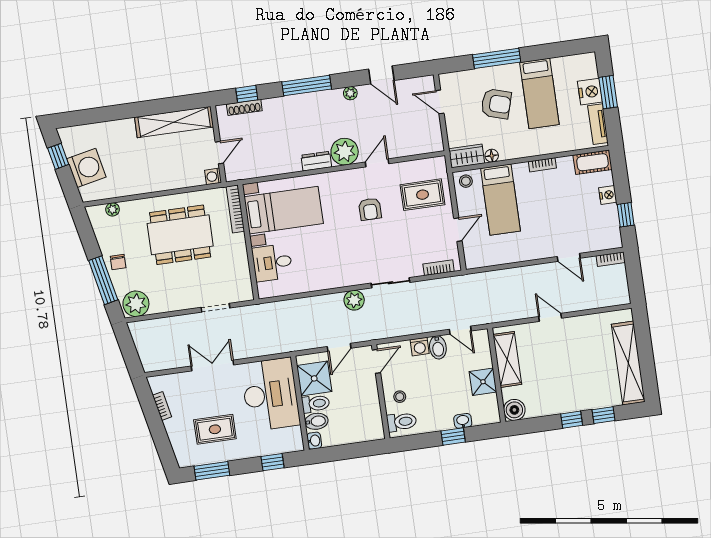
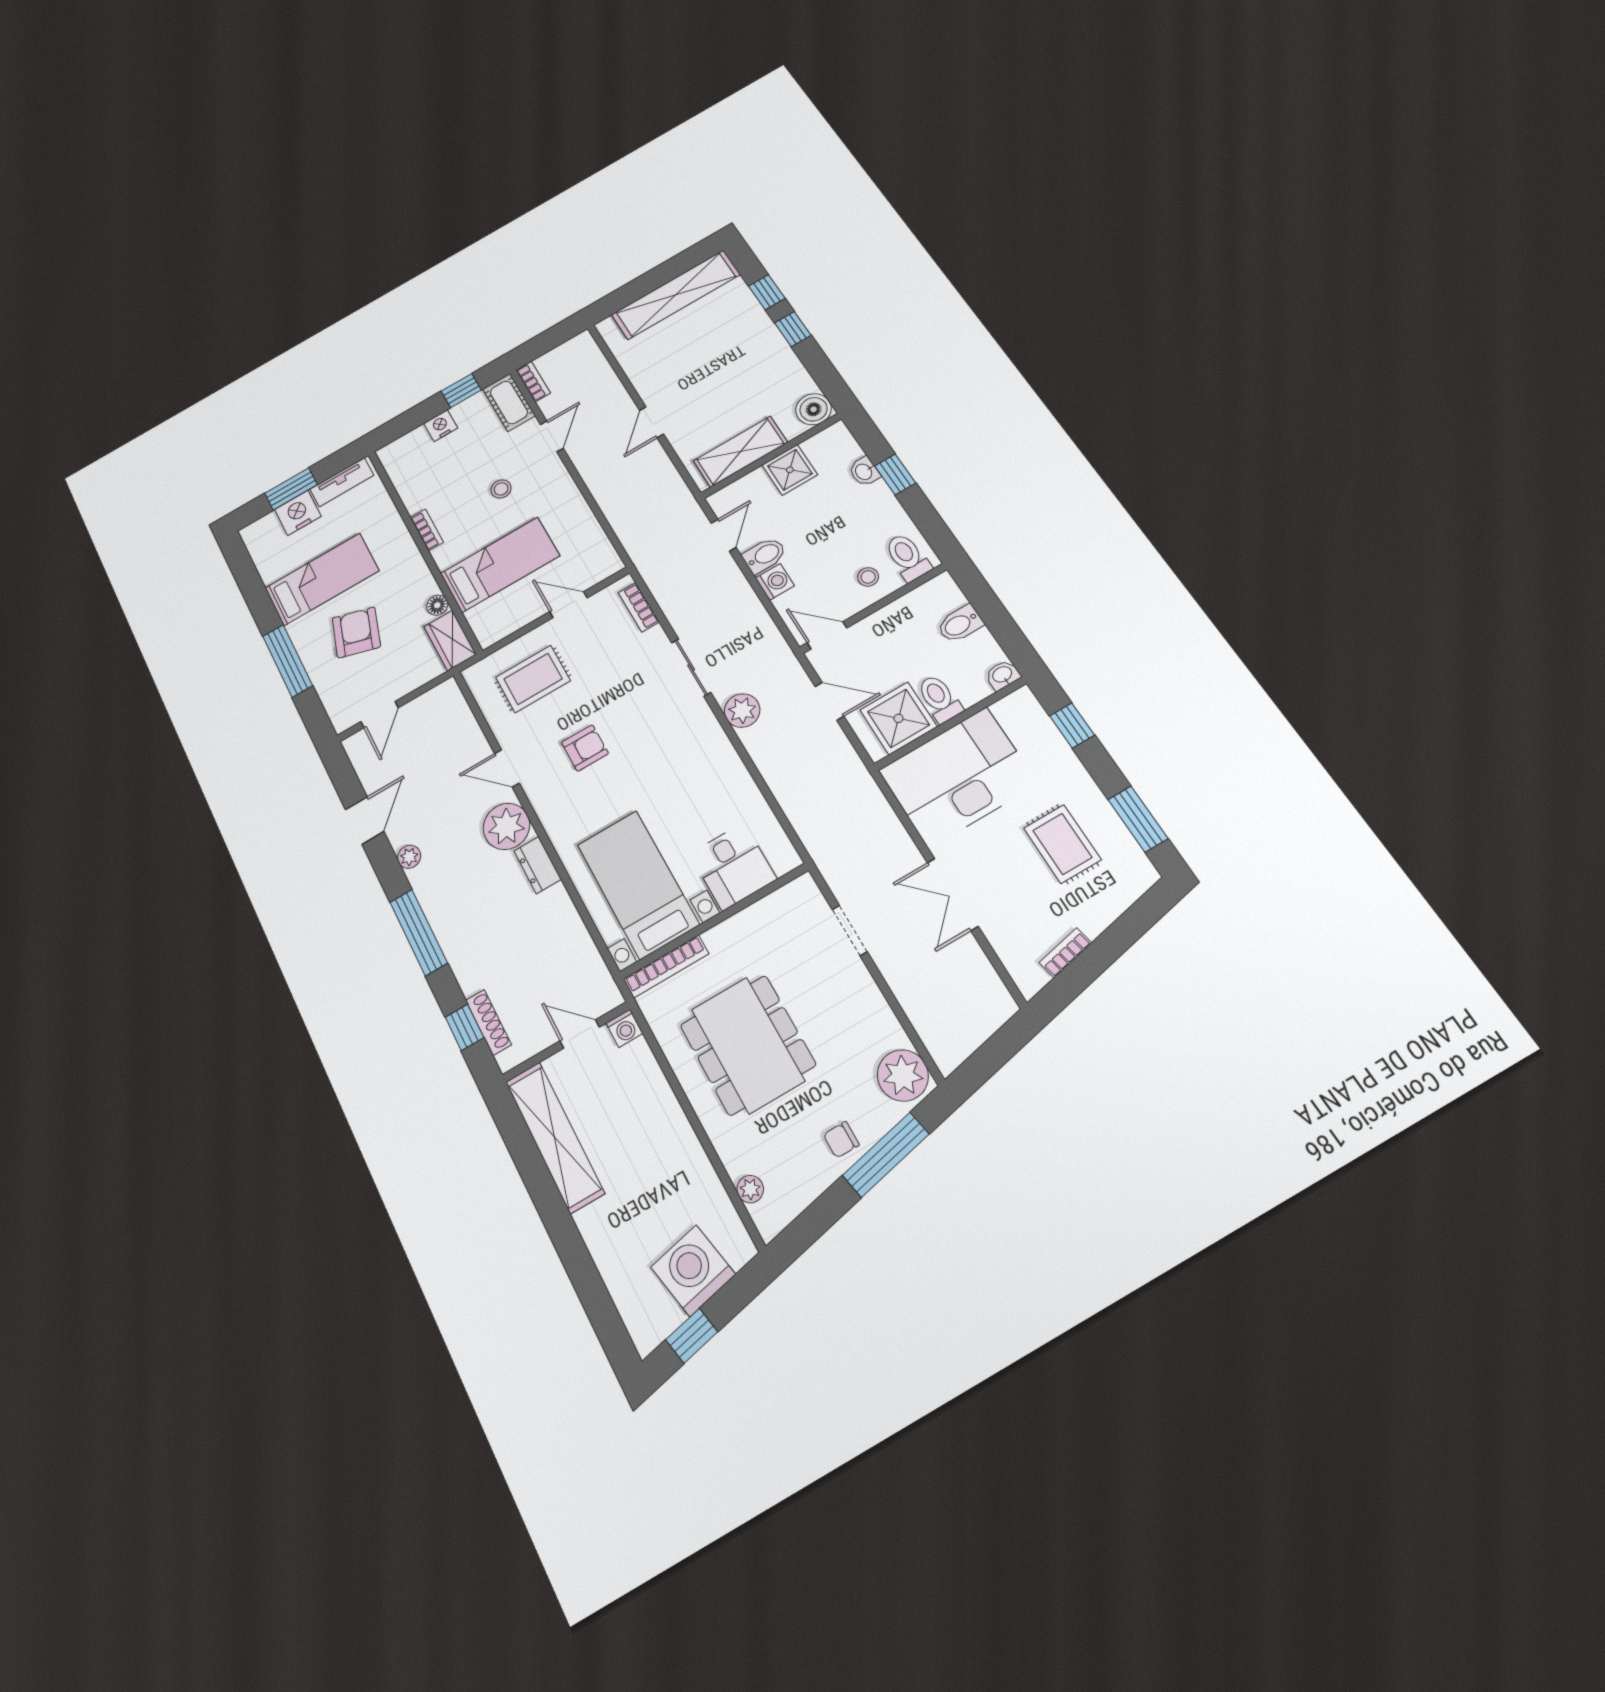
cot: (593, 162) -> (509, 402), moved
stool: (466, 181) -> (501, 489), moved
rug: (422, 195) -> (533, 679), turned 90
chair: (118, 262) -> (841, 1140), turned 180
bidet: (316, 421) -> (960, 624), moved, turned -90

